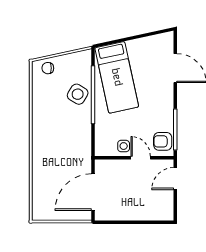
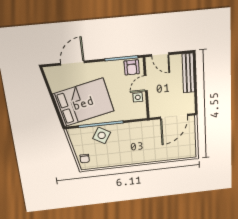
bed: (117, 77) -> (83, 103), width x1.50
door: (93, 192) -> (174, 116), hinge flipped
bench: (148, 214) -> (188, 73), added

